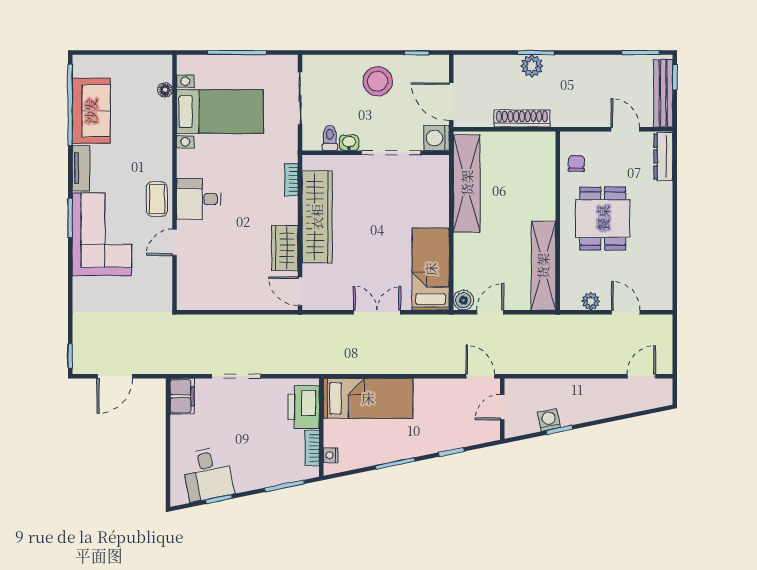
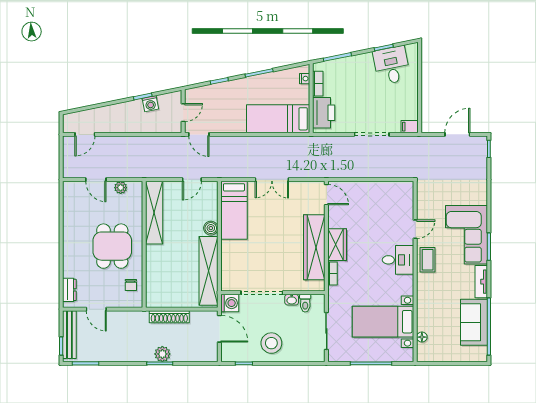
dresser: (663, 157) -> (69, 290), width x0.70
wardrobe: (285, 248) -> (337, 245), moved
boiler: (463, 300) -> (211, 228), moved
filing cabinet: (182, 396) -> (410, 127), width x0.50

